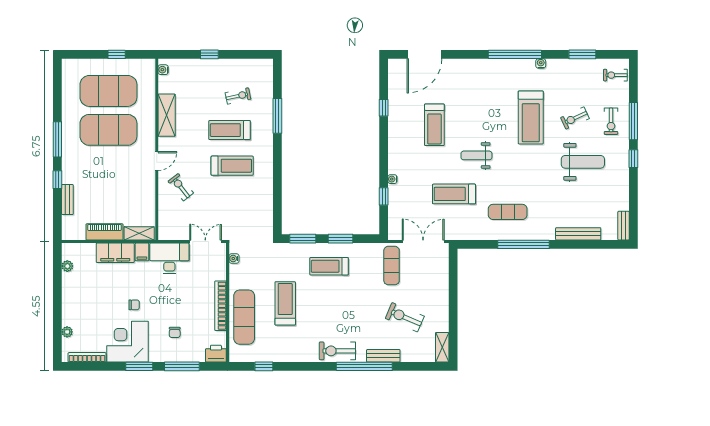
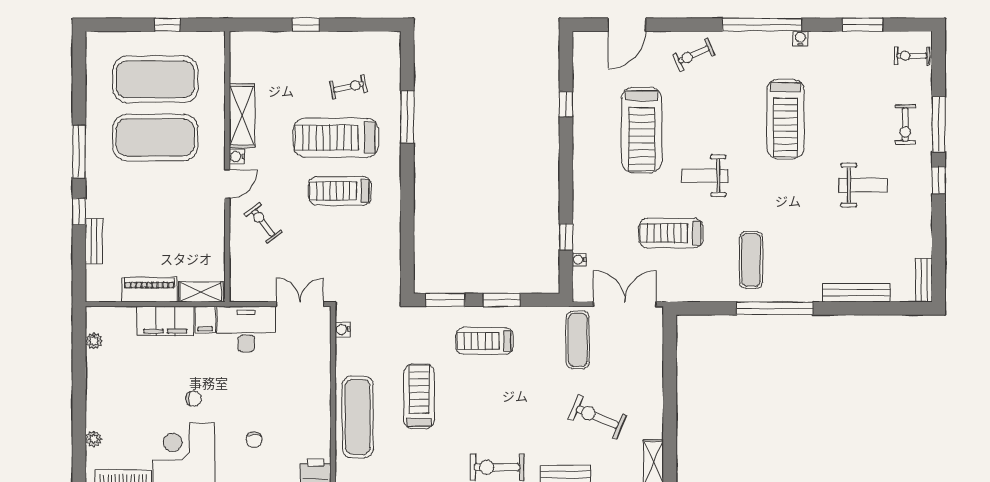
door: (424, 54) -> (627, 25), width x0.73
water cooler: (163, 70) -> (237, 157), moved
exercise bike: (575, 118) -> (694, 55), moved
treadmill: (434, 125) -> (642, 130), width x1.37, depth x1.38
treadmill: (229, 130) -> (336, 138), width x1.37, depth x1.38
weight bench: (583, 162) -> (863, 185), width x0.73, depth x0.75
treadmill: (232, 166) -> (340, 191), turned 180
water cooler: (392, 179) -> (579, 260), moved
exercise mat: (508, 212) -> (751, 260), turned 90
bookcase: (221, 306) -> (323, 400), removed

